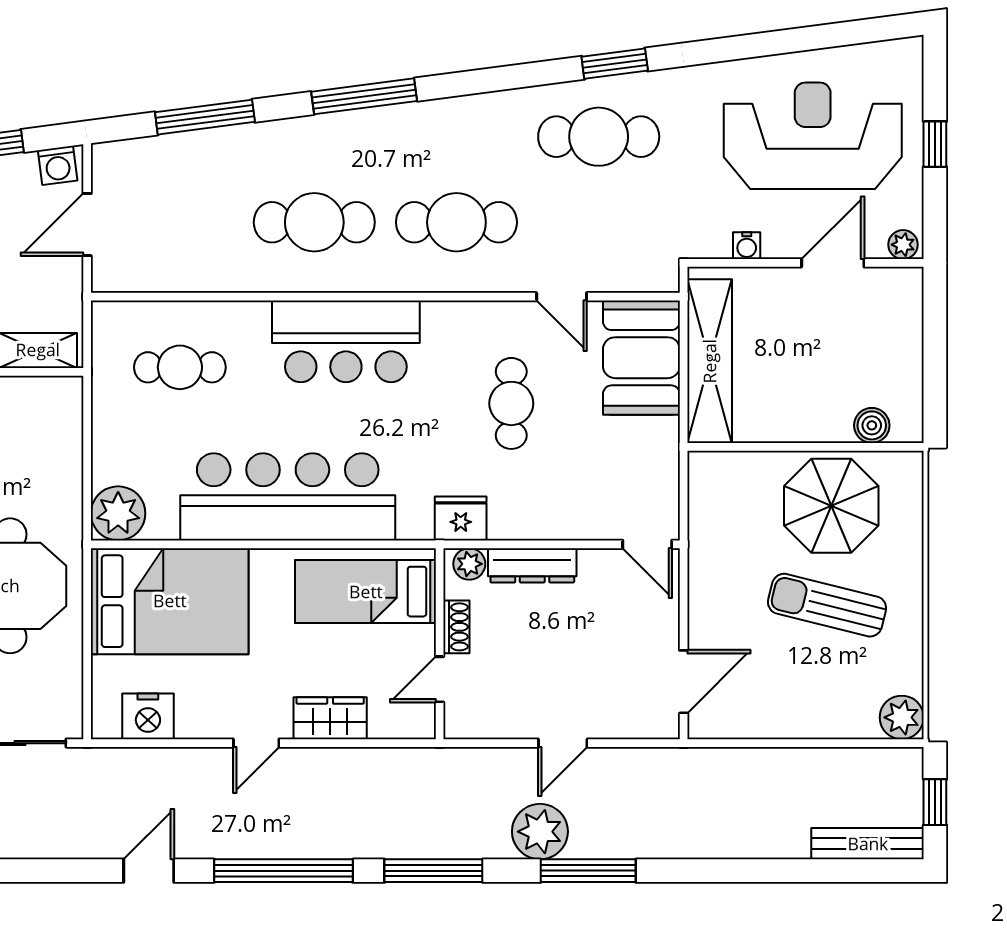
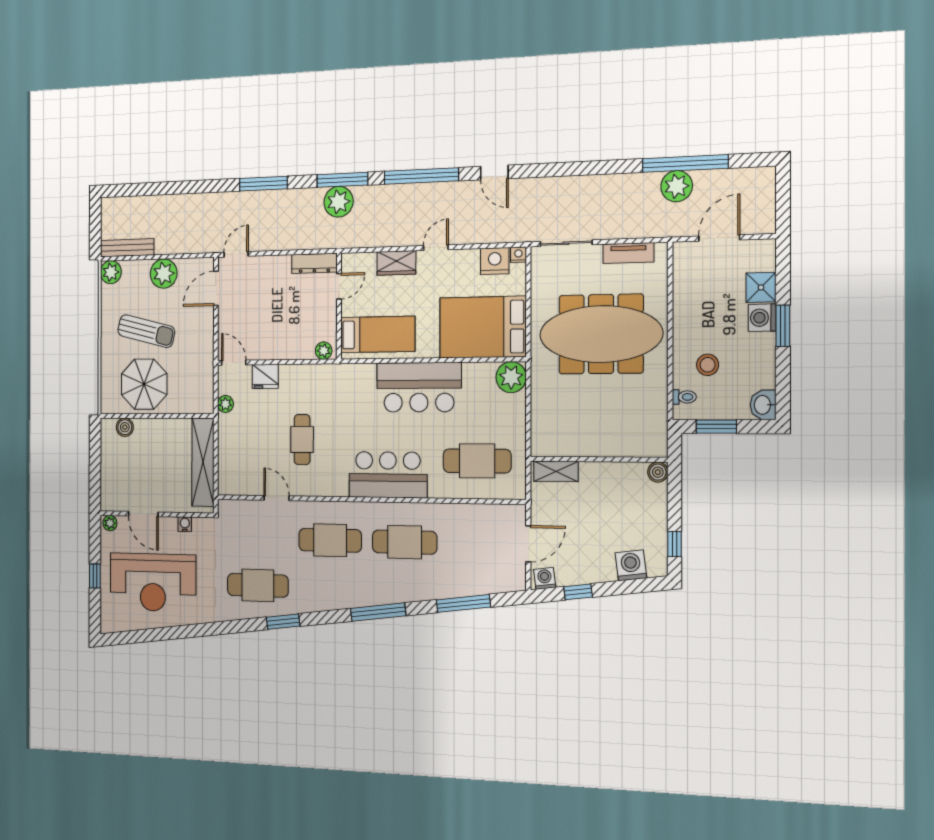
window: (615, 64) -> (283, 622), moved
door: (833, 263) -> (143, 514), hinge flipped
booth: (641, 358) -> (237, 464), removed
cafe table: (180, 367) -> (477, 461), width x1.37, depth x1.35
plant: (664, 468) -> (225, 404), added
bar counter: (288, 497) -> (419, 387), width x0.73
fridge: (461, 518) -> (265, 376), moved
dresser: (532, 565) -> (314, 263), moved, turned 180
shoe rack: (456, 627) -> (330, 316), removed
plant: (791, 712) -> (164, 274), added
nightstand: (105, 726) -> (518, 255), added
door: (563, 743) -> (236, 254), moved
window: (935, 802) -> (95, 228), removed
plant: (540, 832) -> (339, 202), moved
bench: (868, 844) -> (127, 248), moved
door: (149, 871) -> (494, 173), hinge flipped

